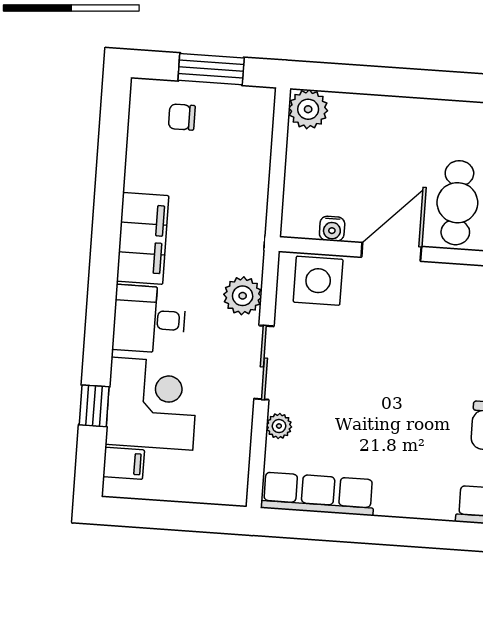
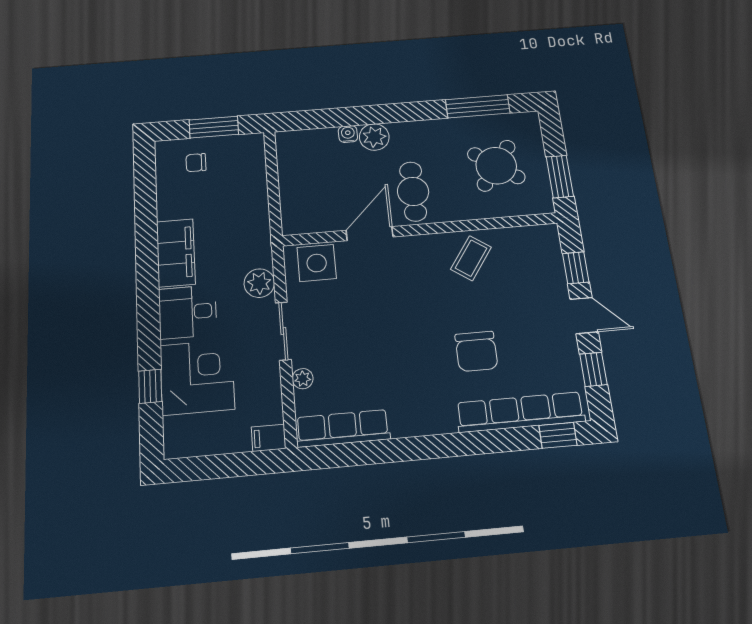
plant: (308, 109) -> (374, 137), moved
water cooler: (332, 229) -> (348, 134), moved, turned 180
filing cabinet: (124, 463) -> (269, 438), moved, turned 180

